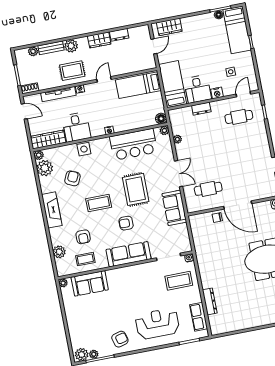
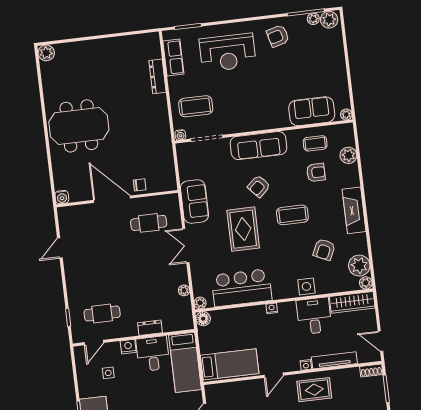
armchair: (126, 223) -> (259, 186), turned 138
armchair: (83, 237) -> (316, 172), turned 90

